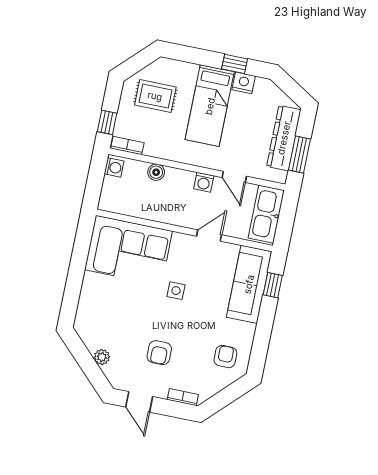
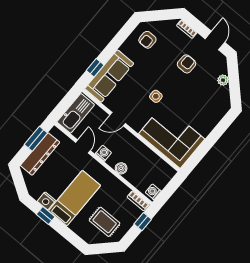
boiler: (156, 172) -> (121, 168), moved

